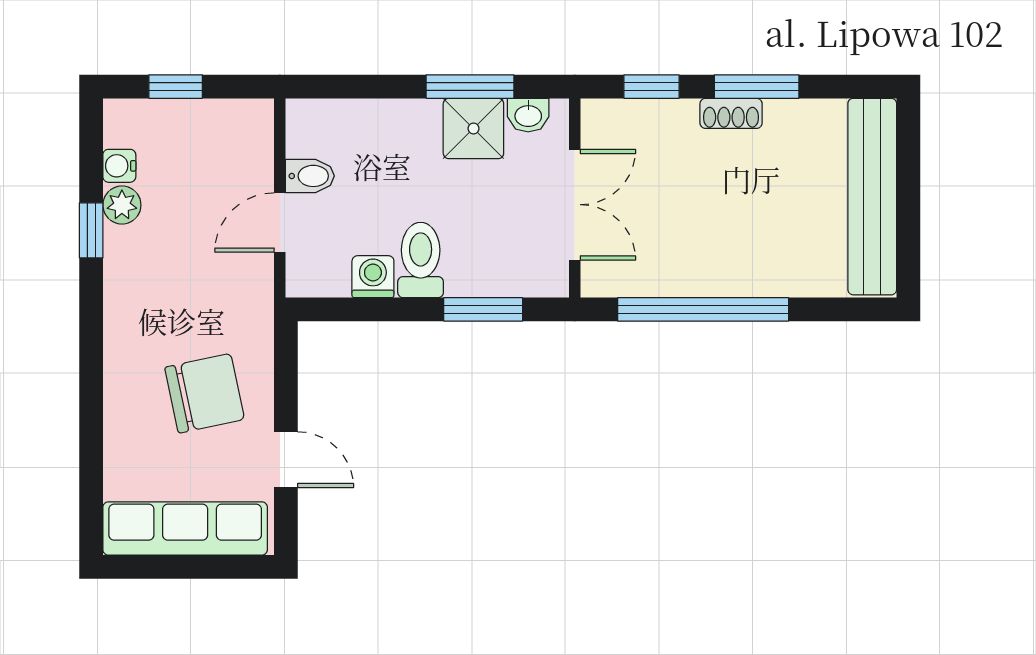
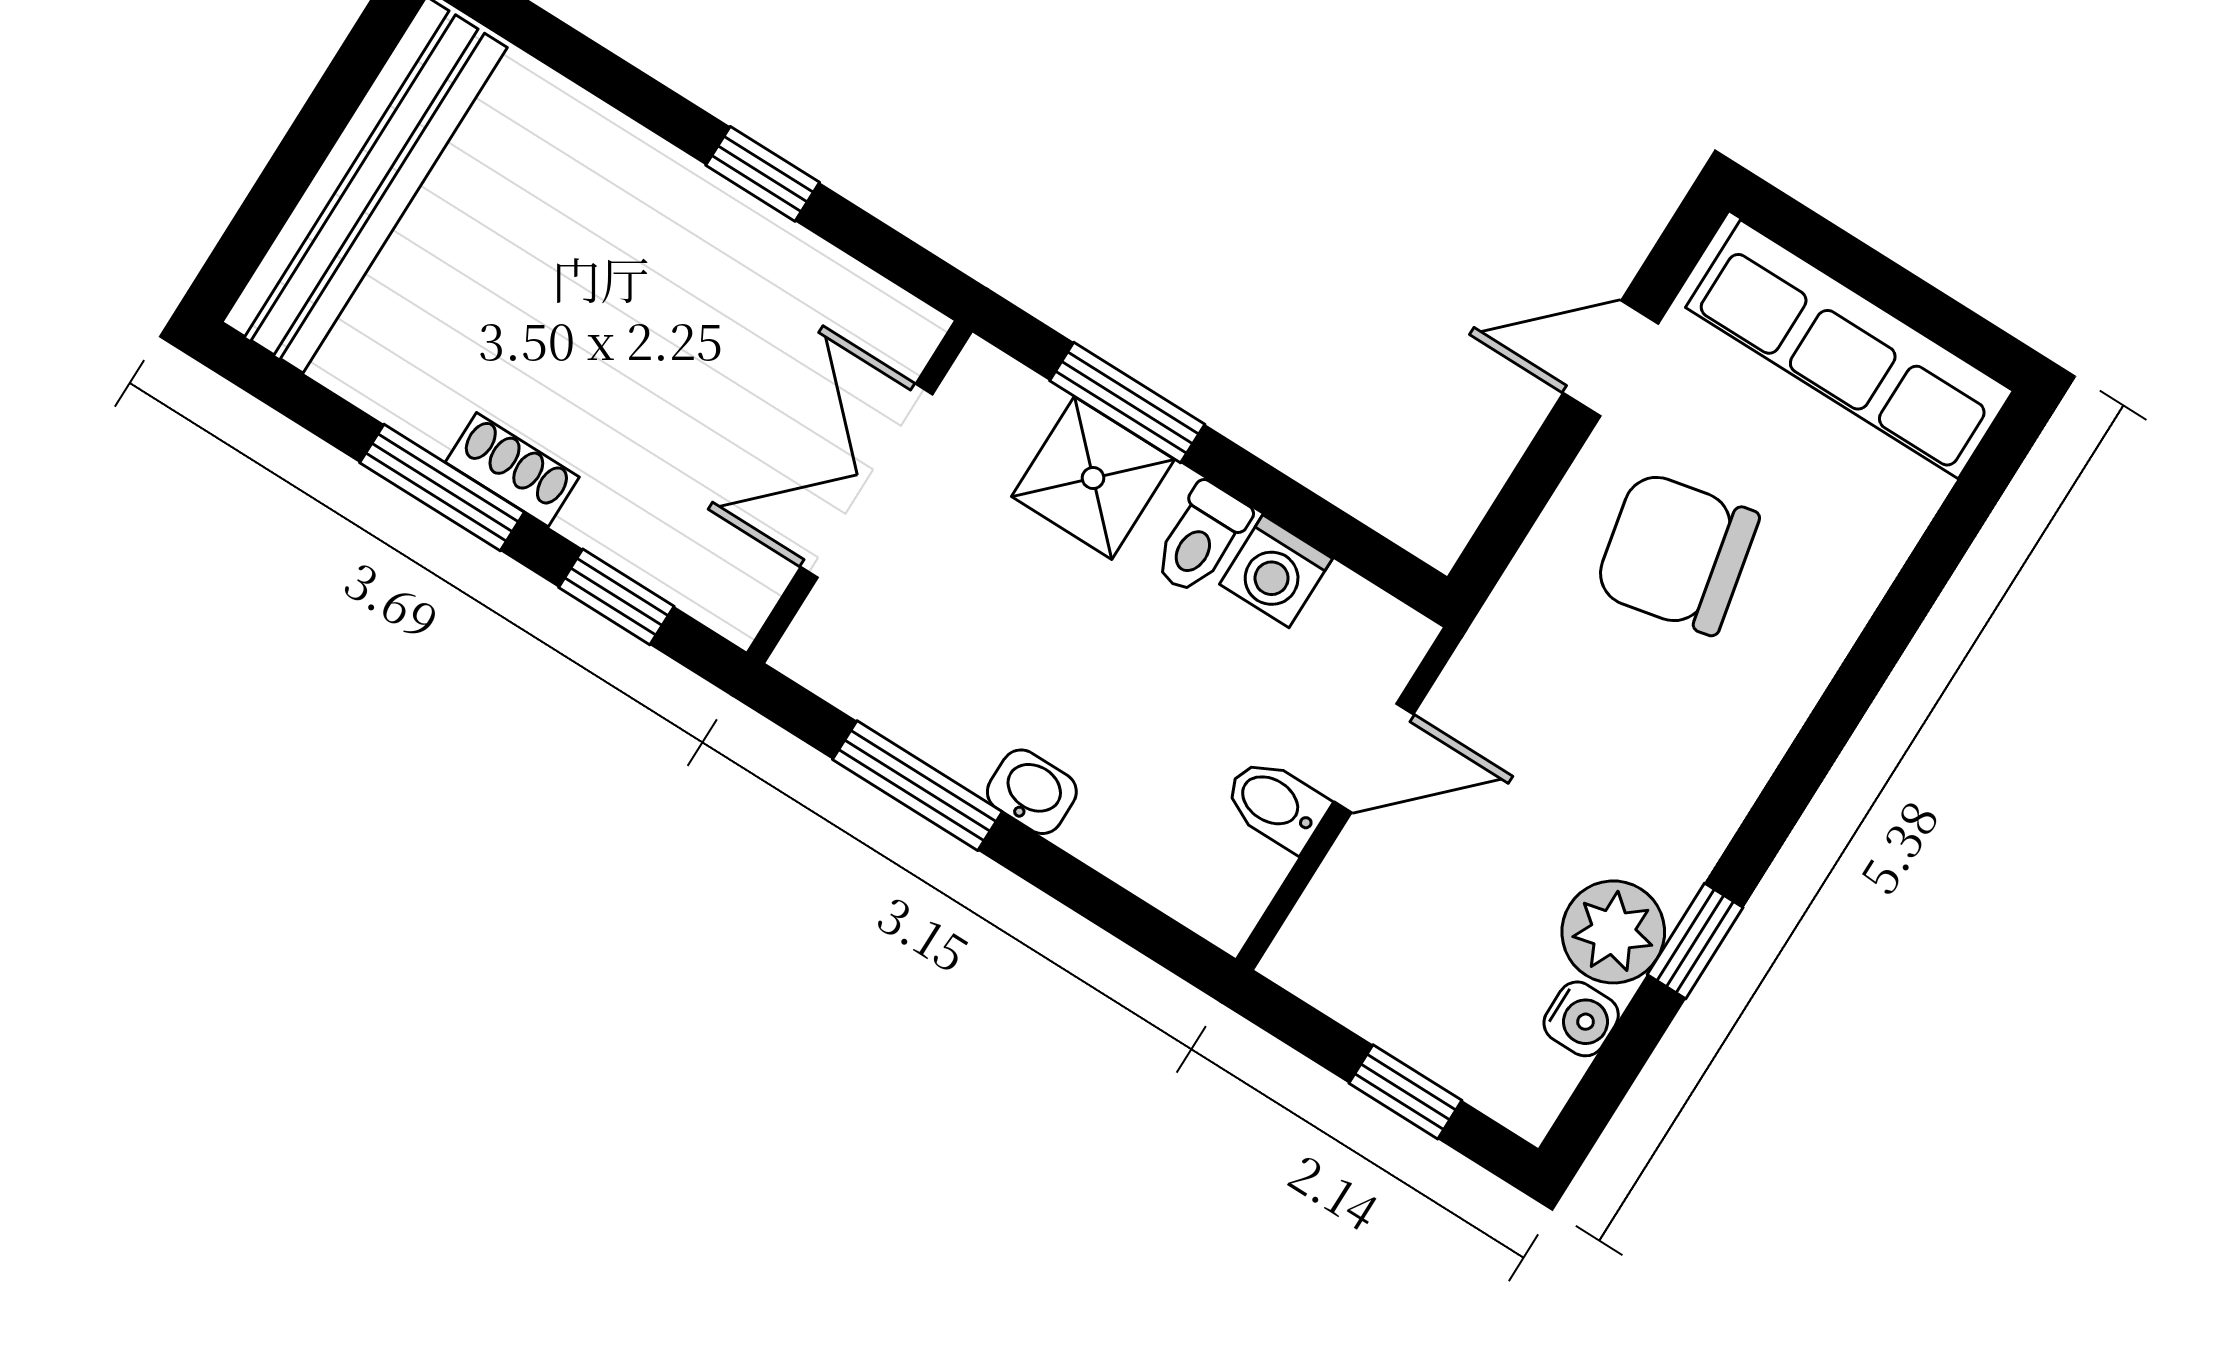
washbasin: (528, 115) -> (1032, 792), moved
shower: (473, 128) -> (1093, 478), moved
plant: (122, 205) -> (1613, 932), width x1.38, depth x1.38
toilet: (421, 260) -> (1201, 538), width x0.73, depth x0.72
window: (703, 309) -> (763, 174), width x0.32
door: (286, 460) -> (1611, 358), hinge flipped

